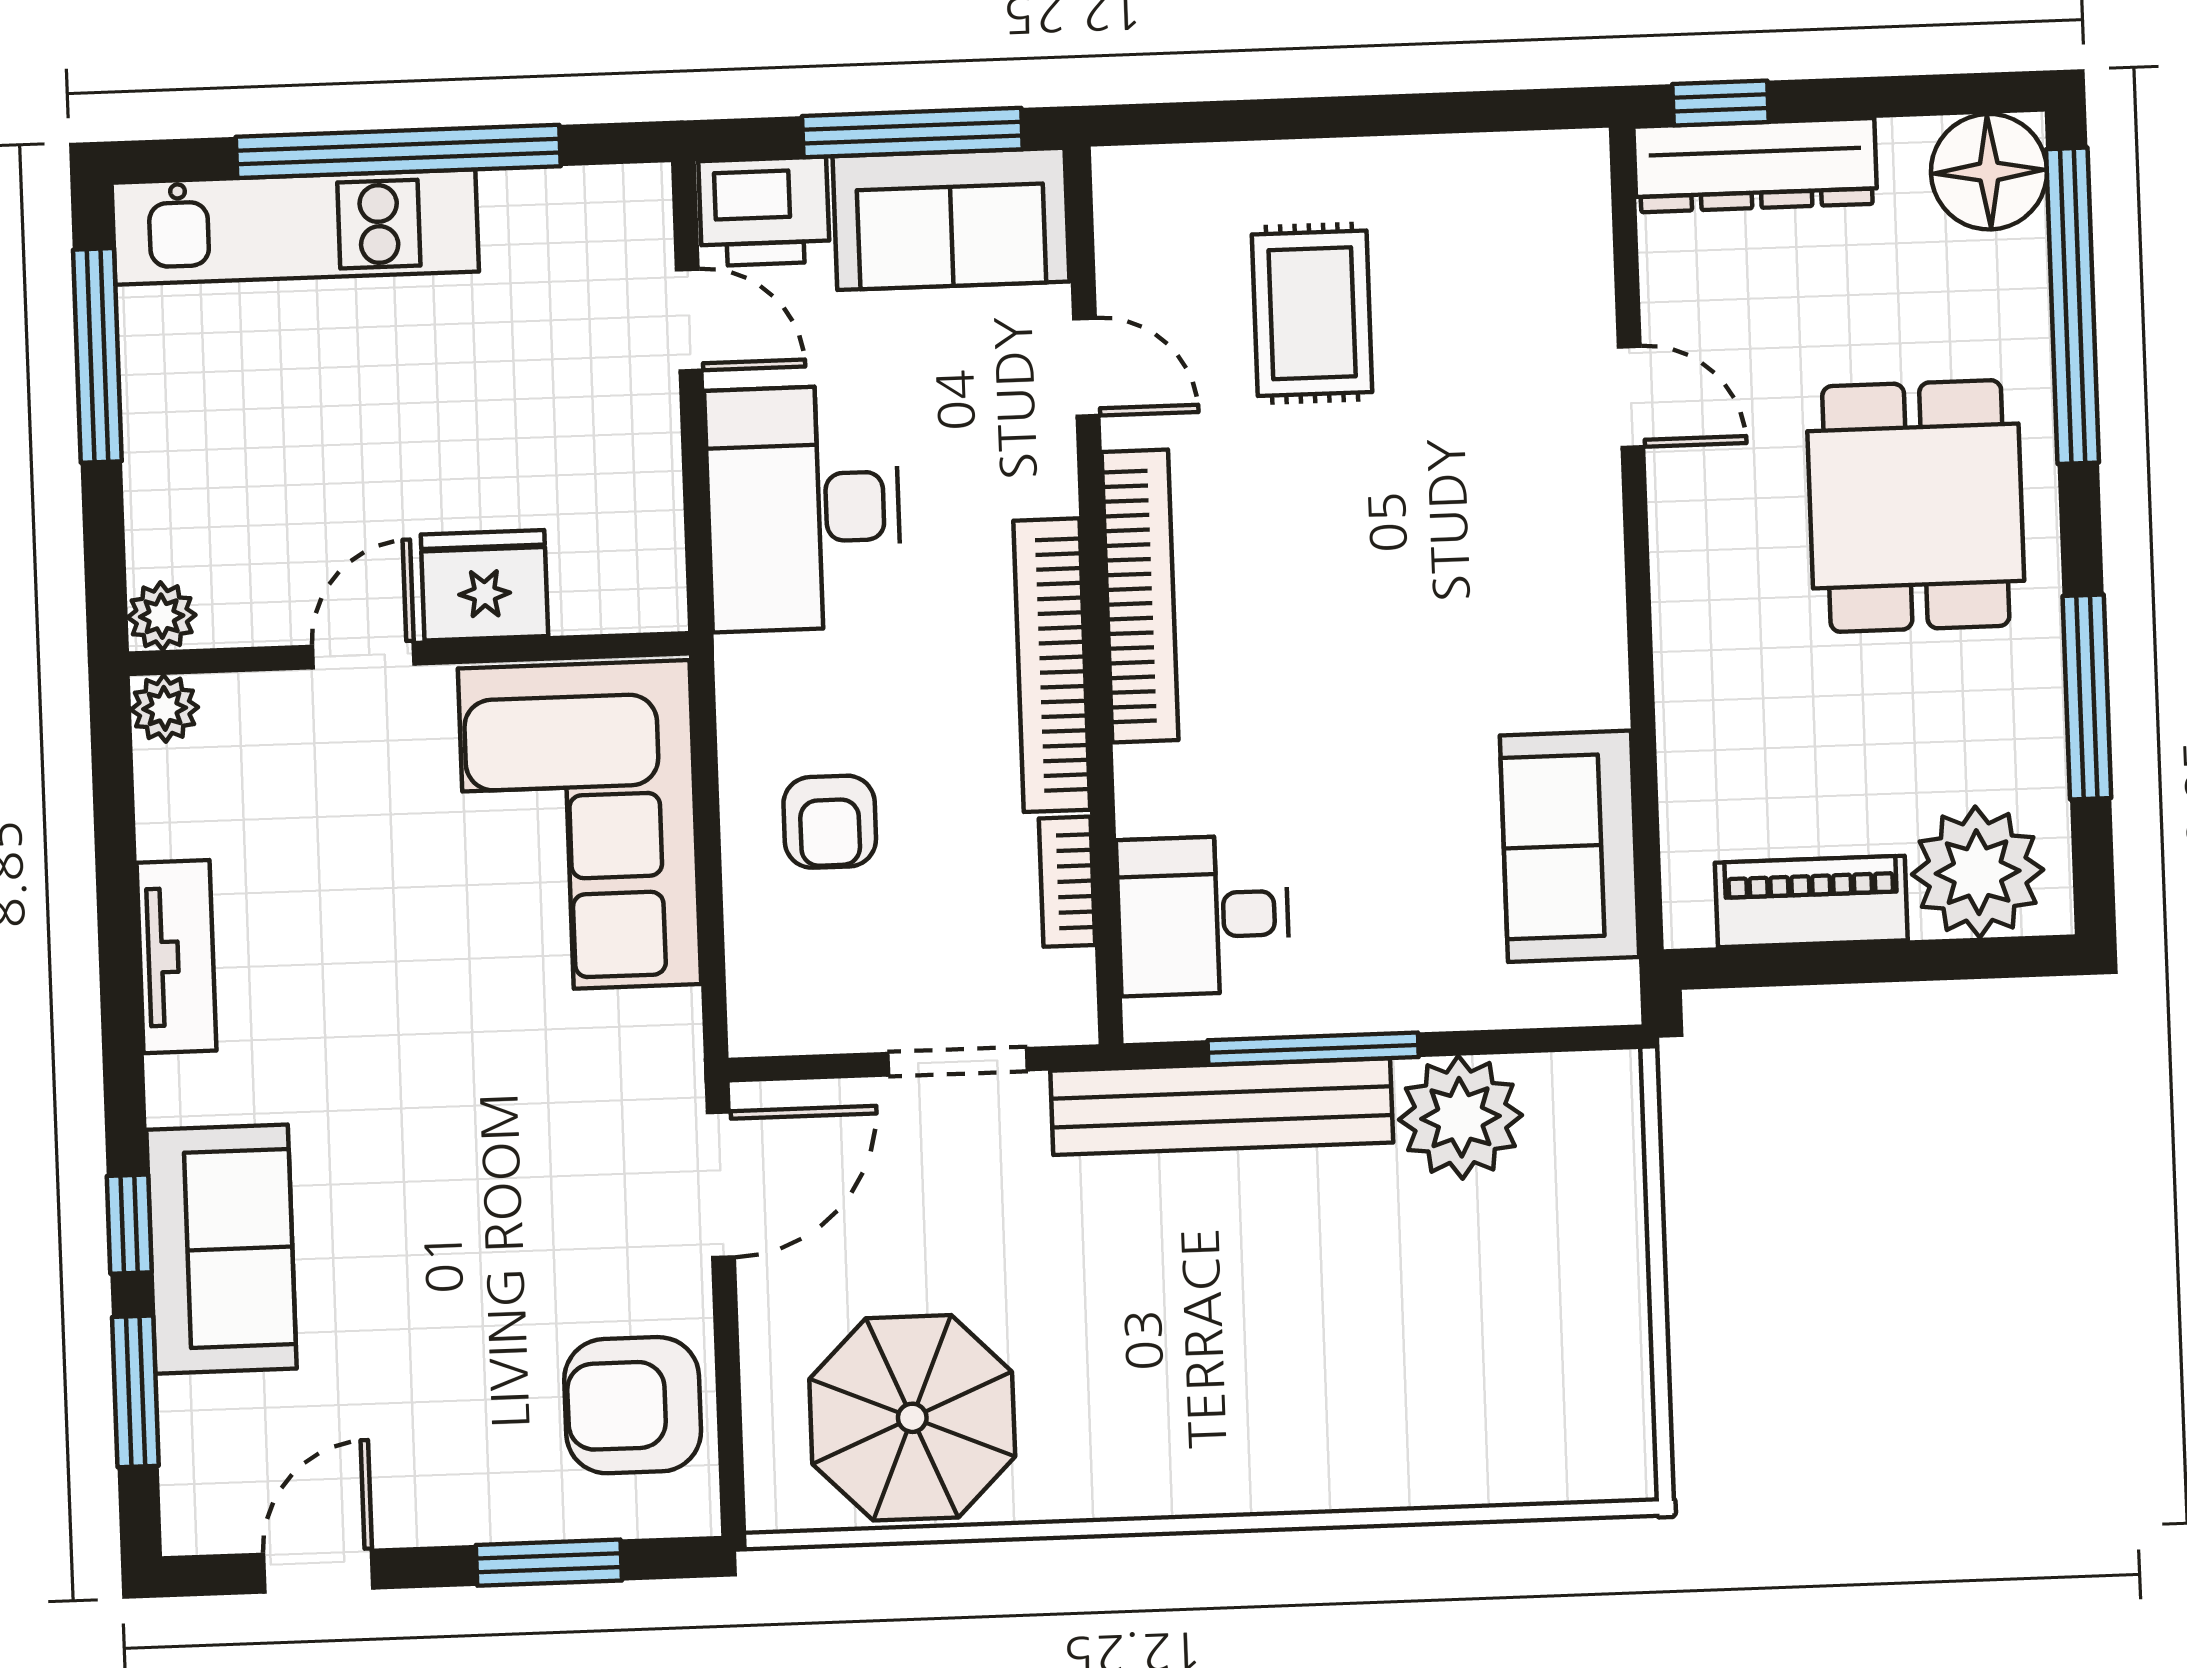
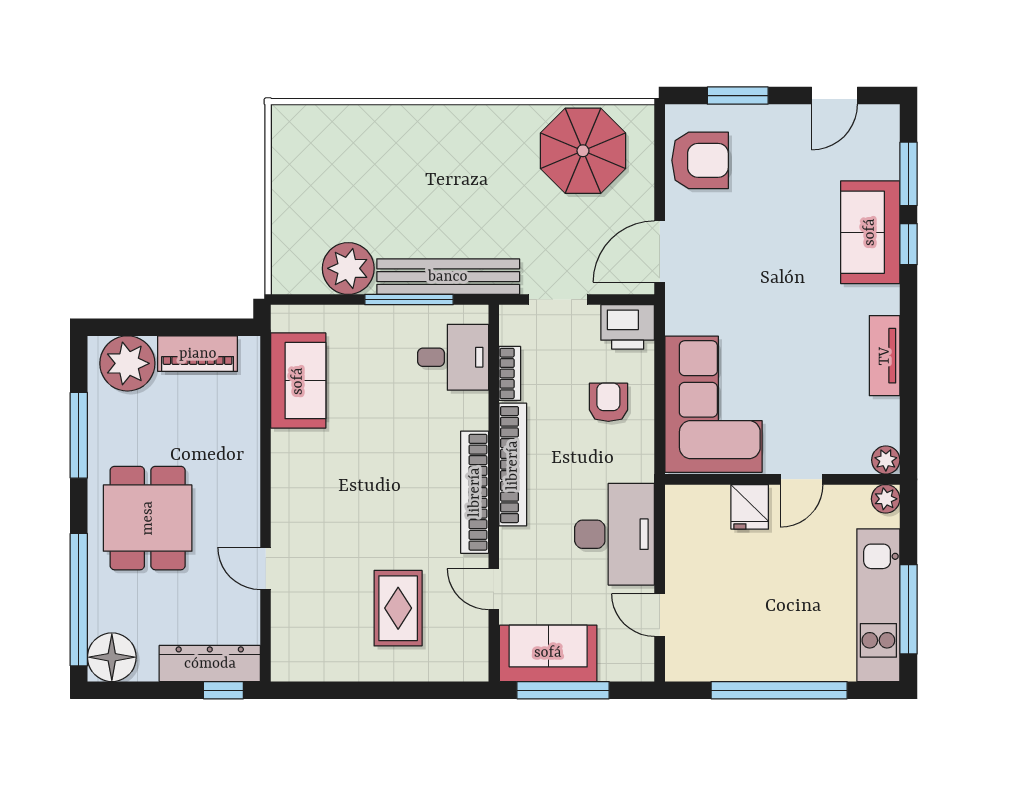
printer: (764, 211) -> (628, 327), moved, turned 180
kitchen unit: (295, 227) -> (878, 605), moved, turned -90
fridge: (484, 585) -> (750, 507), width x0.72

